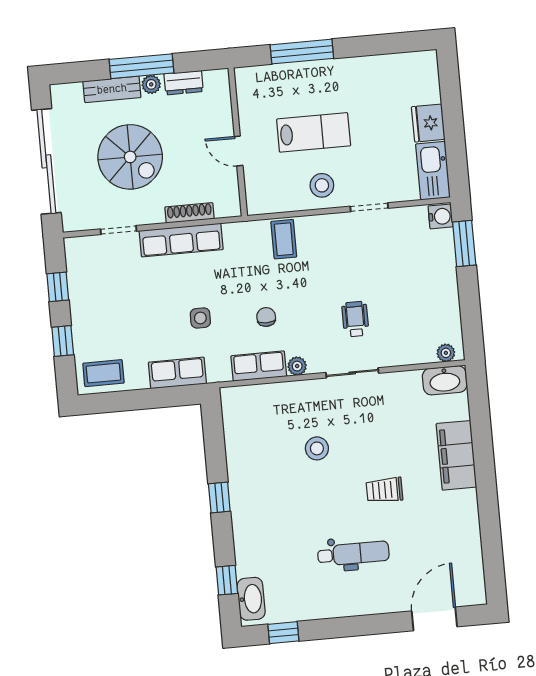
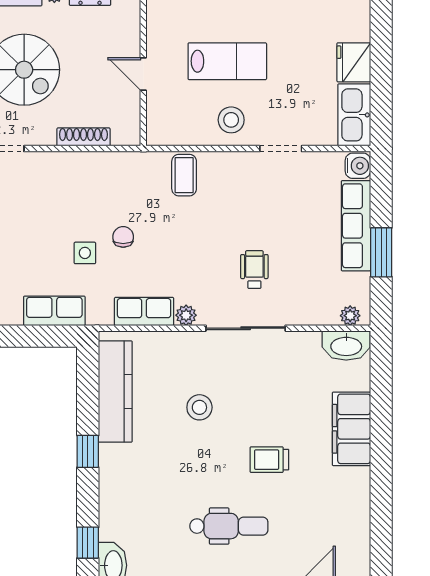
row of seats: (181, 240) -> (356, 226), moved, turned 90
window: (464, 244) -> (381, 252), moved
chair: (266, 317) -> (123, 237), moved
sliding door: (352, 373) -> (246, 328), width x1.37
kitchen counter: (239, 441) -> (115, 392), added

